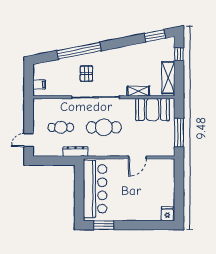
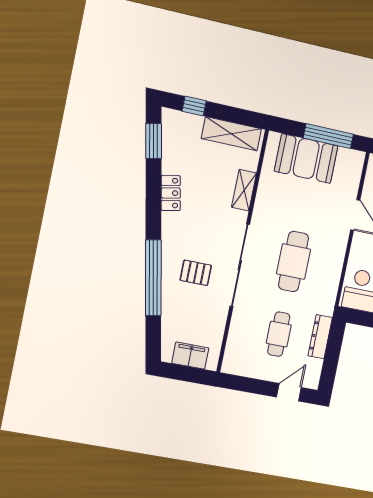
locker: (128, 51) -> (171, 193), added
filing cabinet: (39, 85) -> (190, 356), width x2.00
booth: (152, 110) -> (306, 159), moved, turned 90
door: (29, 140) -> (289, 392), swing flipped
dresser: (75, 152) -> (320, 337), moved

